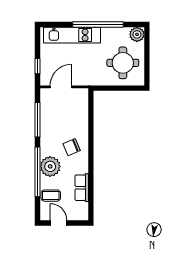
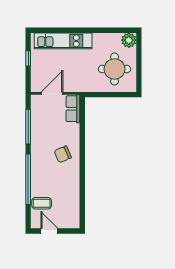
window: (98, 24) -> (89, 30), removed
window: (37, 66) -> (28, 58), moved
plant: (50, 166) -> (41, 174), removed
row of seats: (82, 188) -> (73, 109), moved

